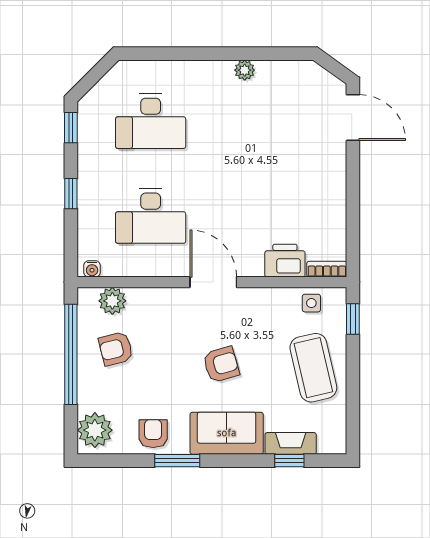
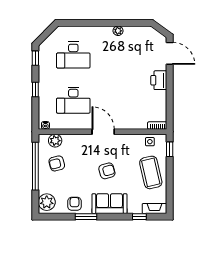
printer: (285, 261) -> (159, 80), moved, turned -90
fireplace: (291, 443) -> (155, 208), moved

